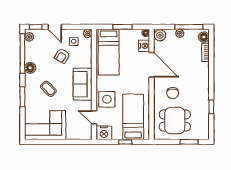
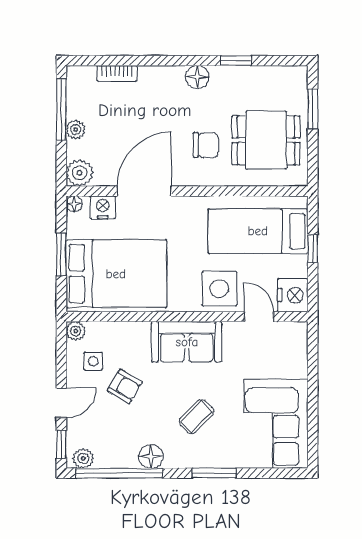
floor lamp: (204, 37) -> (197, 77), moved
bed: (109, 52) -> (116, 274), width x1.50
door: (94, 117) -> (259, 317), swing flipped
dining table: (175, 121) -> (266, 140), turned 90

